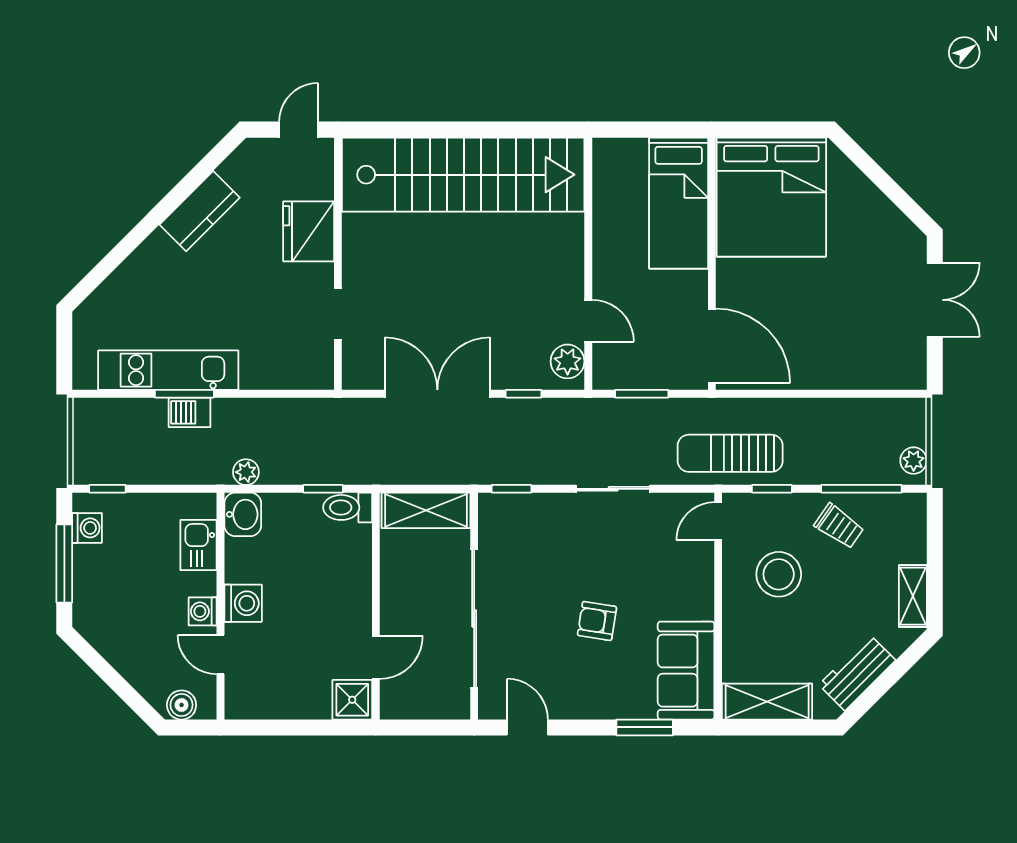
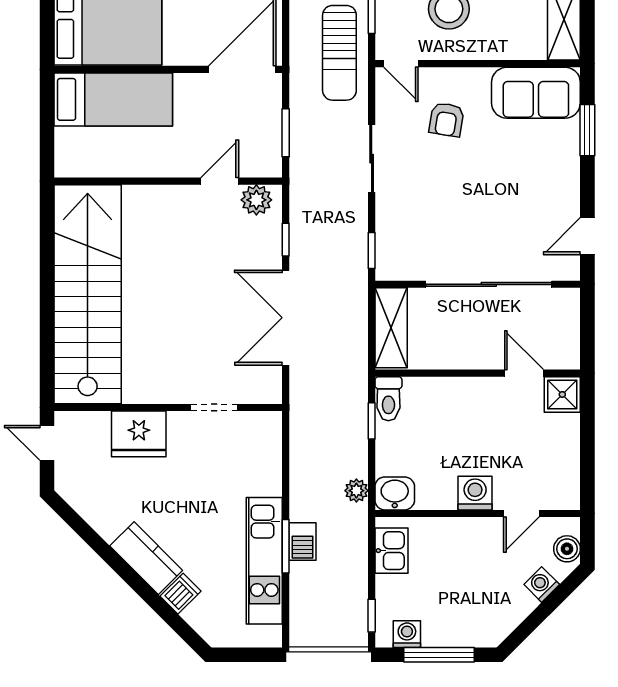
kitchen counter: (200, 211) -> (146, 558), moved
dishwasher: (132, 277) -> (181, 594), added
kitchen sink: (199, 545) -> (391, 551), moved, turned -90
washing machine: (203, 611) -> (542, 584), moved, turned 135
armchair: (597, 621) -> (447, 120), moved

